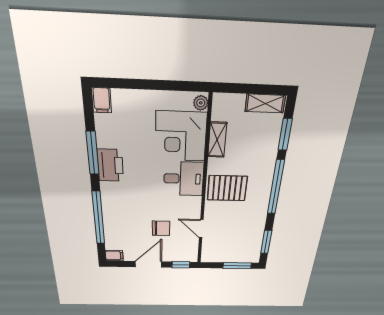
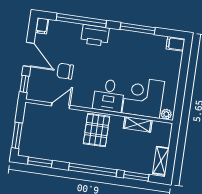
printer: (110, 165) -> (95, 35), moved
chair: (161, 228) -> (65, 71), turned 90

